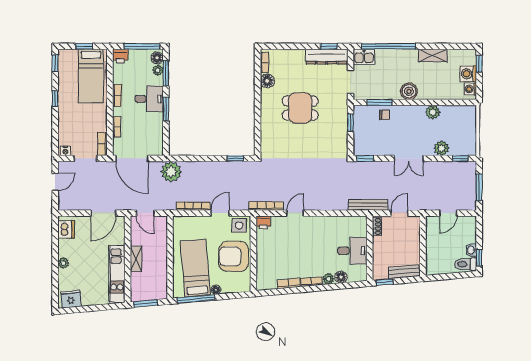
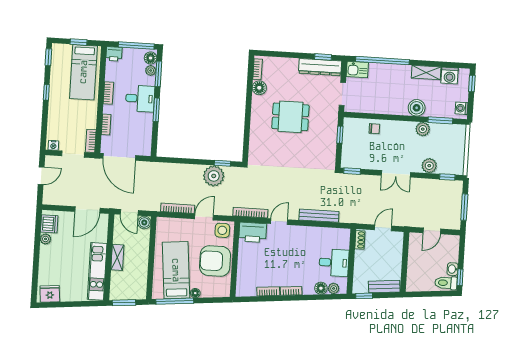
washing machine: (468, 74) -> (450, 76), moved, turned -90
boiler: (409, 91) -> (417, 108), moved
window: (380, 102) -> (440, 120), moved
plant: (171, 172) -> (214, 176), moved
bench: (368, 205) -> (319, 216), moved
boiler: (161, 222) -> (144, 223), added
printer: (263, 222) -> (253, 232), width x1.87, depth x1.48
plant: (63, 263) -> (46, 239), moved
plant: (328, 279) -> (334, 288), moved

